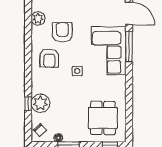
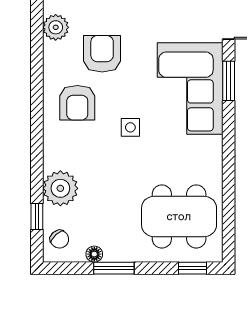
window: (129, 47) -> (229, 81), width x0.69
window: (28, 104) -> (37, 217), moved
dining table: (103, 118) -> (179, 216), width x1.37

